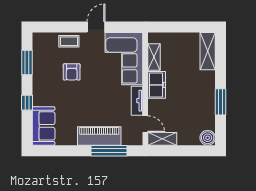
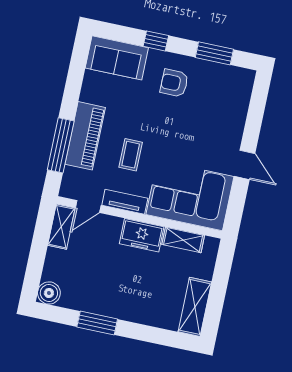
coffee table: (69, 41) -> (131, 155), moved
shelving: (208, 51) -> (195, 307), moved, turned 90
armchair: (72, 72) -> (174, 83), moved

